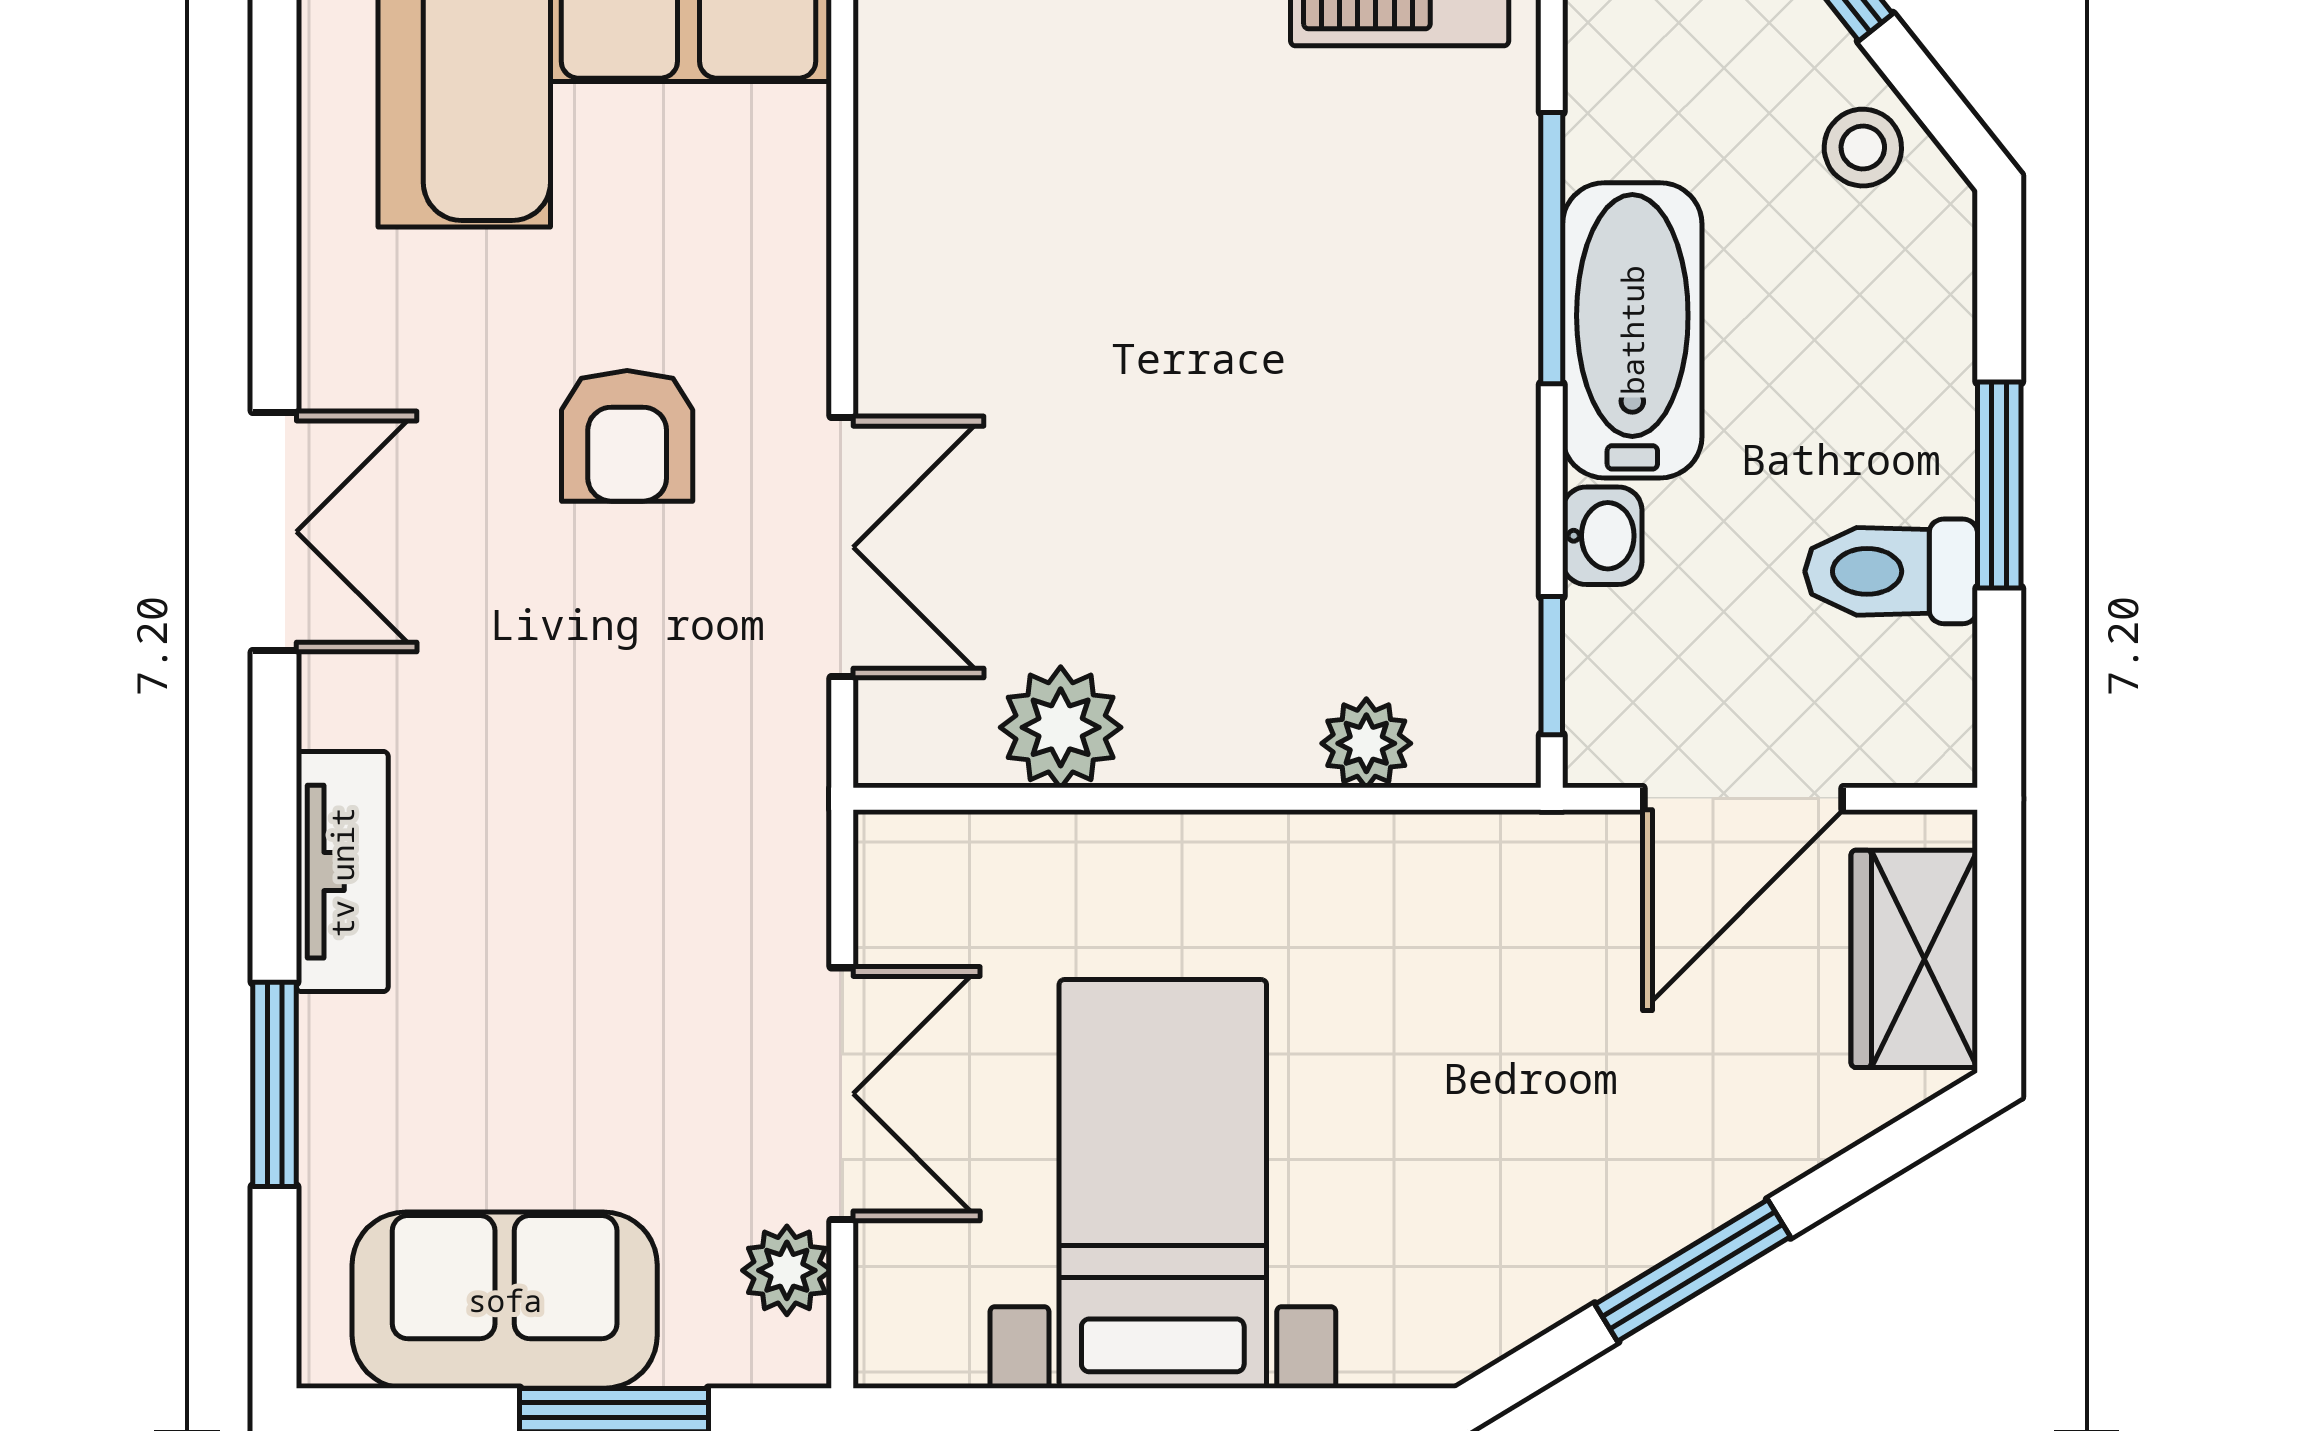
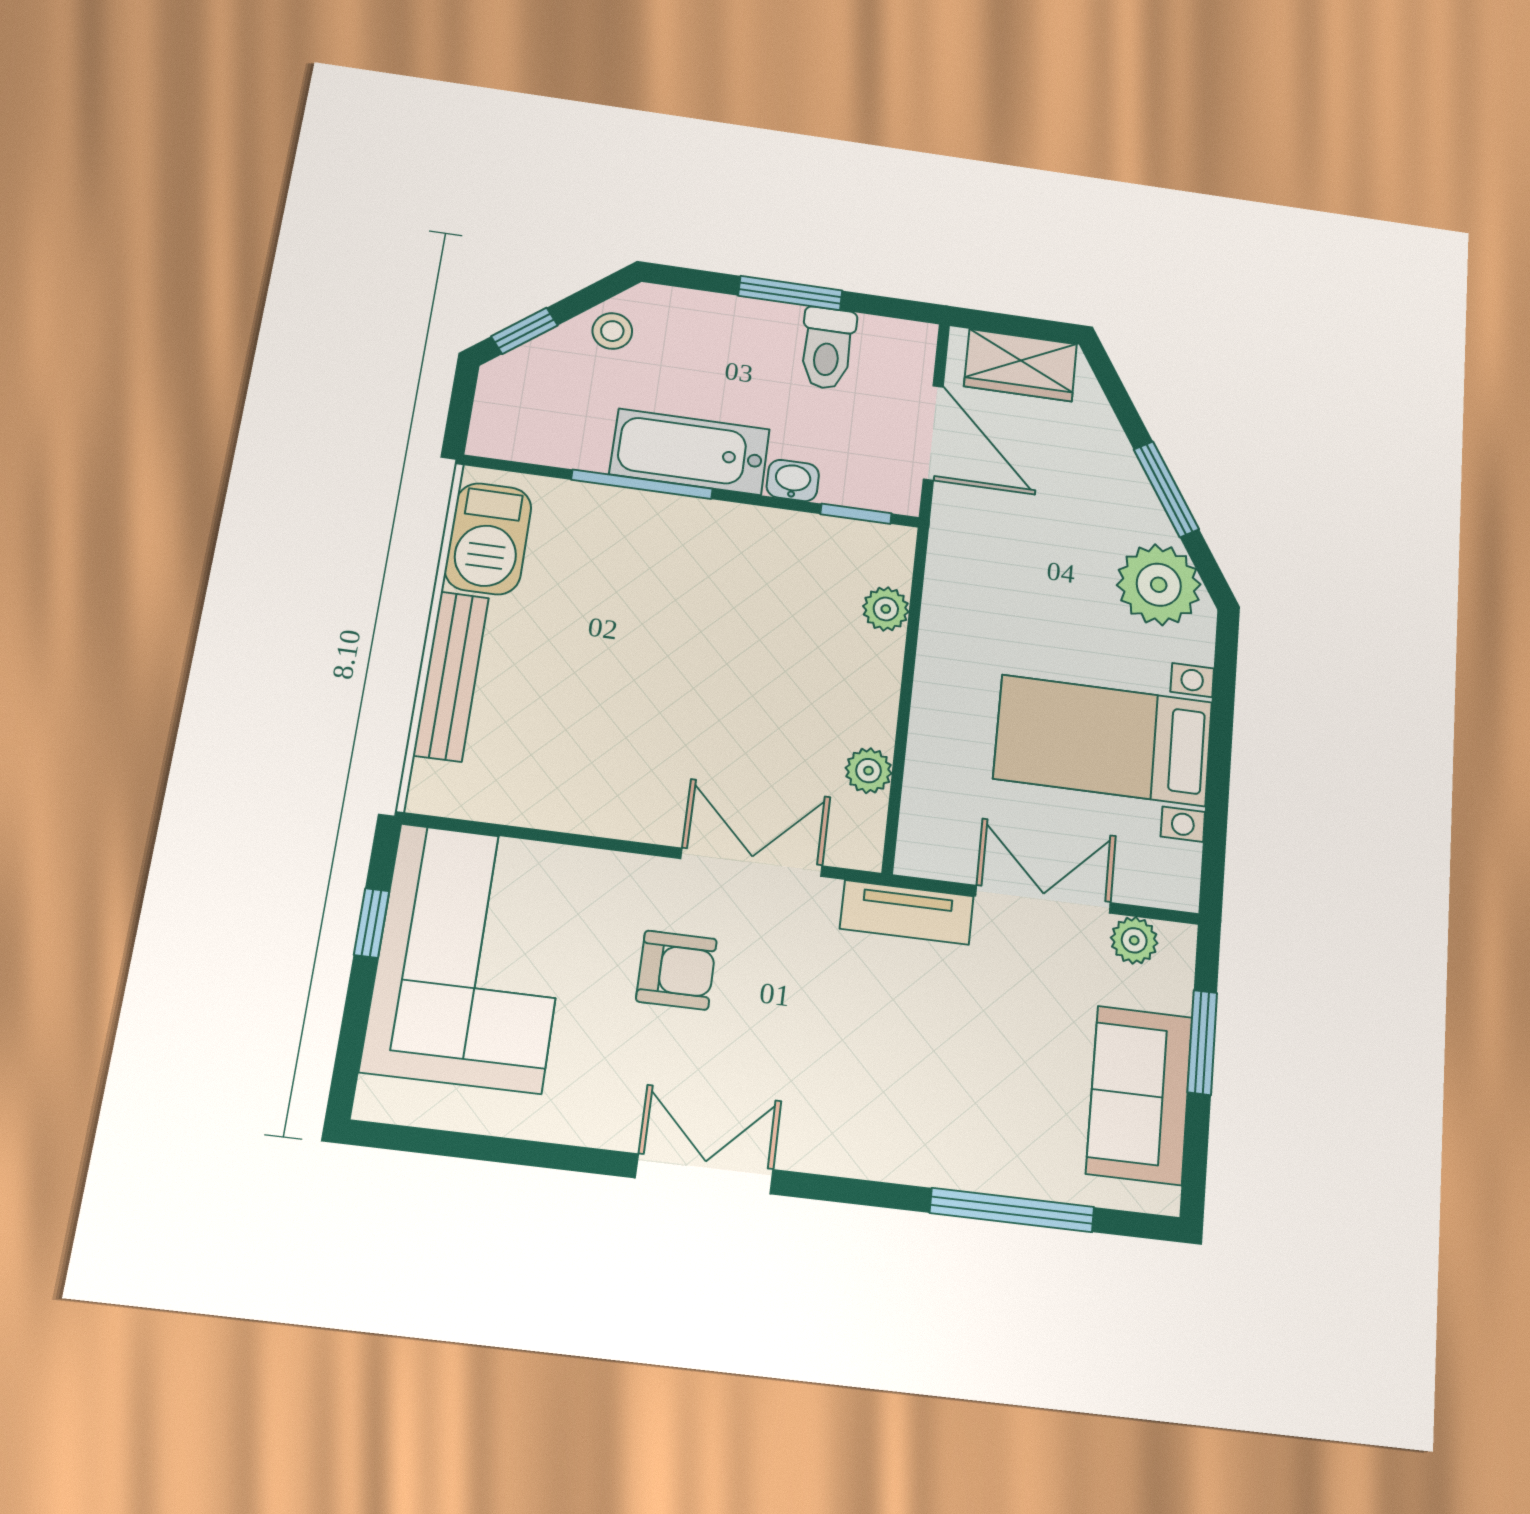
plant: (1061, 727) -> (869, 771), width x0.73, depth x0.73
tv unit: (342, 872) -> (907, 912), moved, turned 180
window: (275, 1084) -> (1012, 1210), width x1.44
plant: (1491, 1269) -> (1159, 585), added

